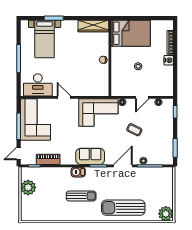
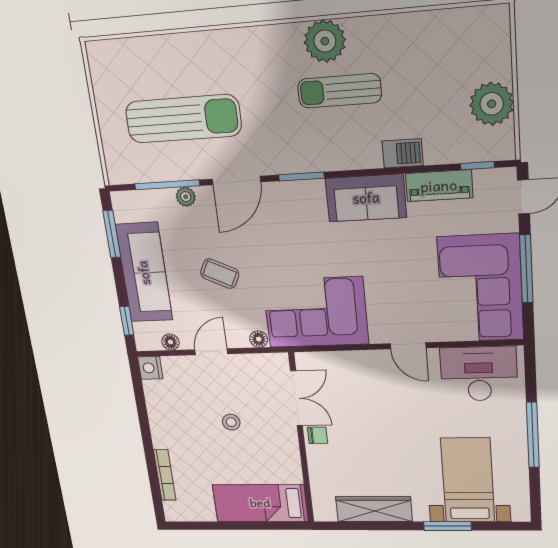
wardrobe: (93, 26) -> (374, 509), moved
bed: (131, 33) -> (260, 503), width x0.67
nightstand: (169, 60) -> (150, 368), moved
double door: (110, 76) -> (297, 398), added
sofa: (165, 132) -> (144, 273), added
sofa: (90, 156) -> (366, 198), moved
barbecue: (78, 172) -> (403, 153), moved
sun lounger: (123, 208) -> (183, 119), moved
plant: (166, 214) -> (325, 41), moved

